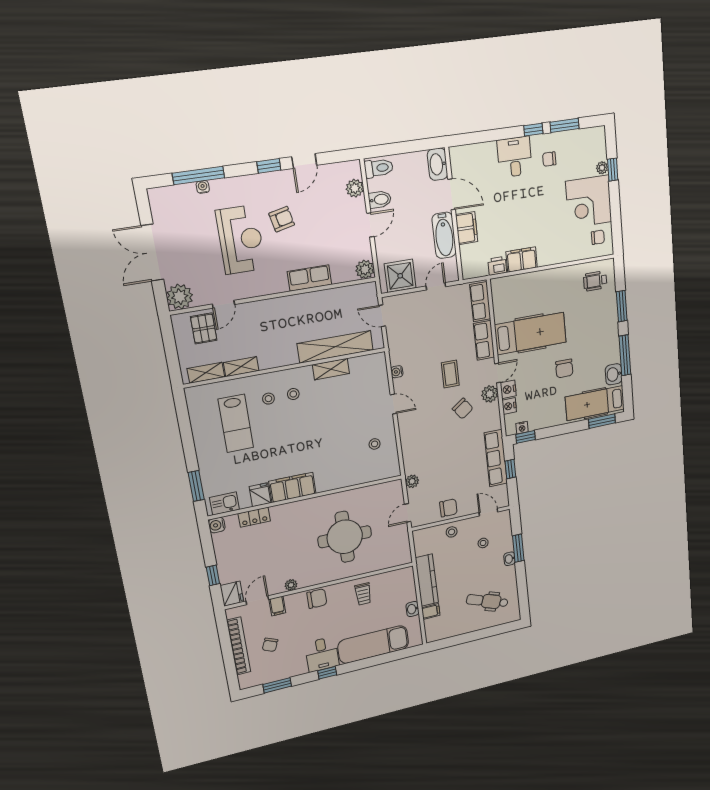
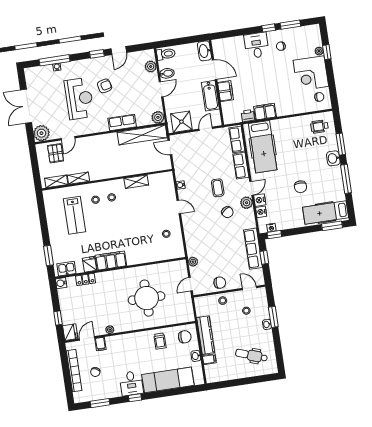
hospital bed: (531, 333) -> (263, 147), moved, turned 90
shelving: (335, 347) -> (142, 135), moved
washbasin: (614, 374) -> (333, 158), moved
chair: (317, 599) -> (185, 337), moved

